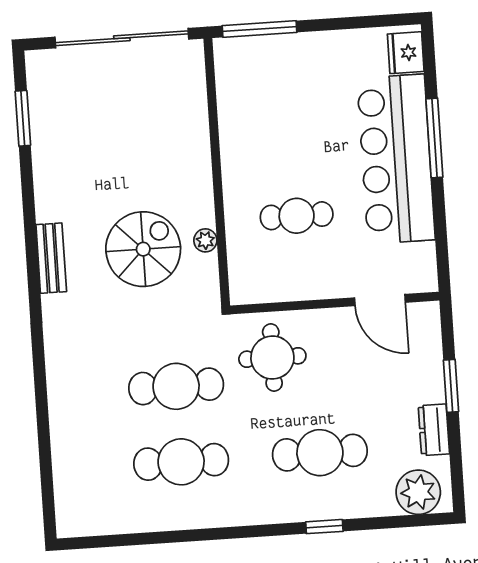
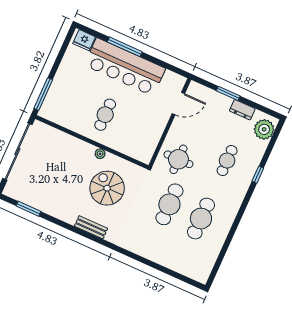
cafe table: (297, 216) -> (105, 115), moved
plant: (205, 240) -> (100, 154), moved
cafe table: (320, 453) -> (227, 161), width x0.73, depth x0.74

